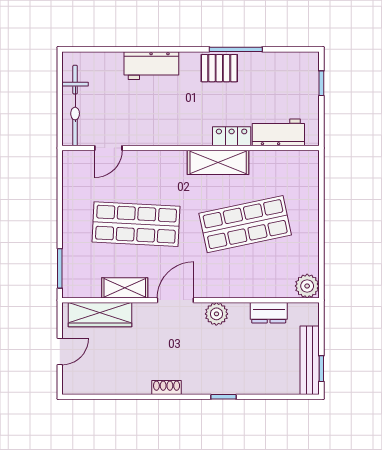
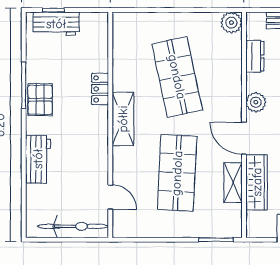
workbench: (278, 132) -> (56, 24), moved, turned -90
shelving: (218, 162) -> (123, 119), moved
wardrobe: (100, 315) -> (257, 182), moved

